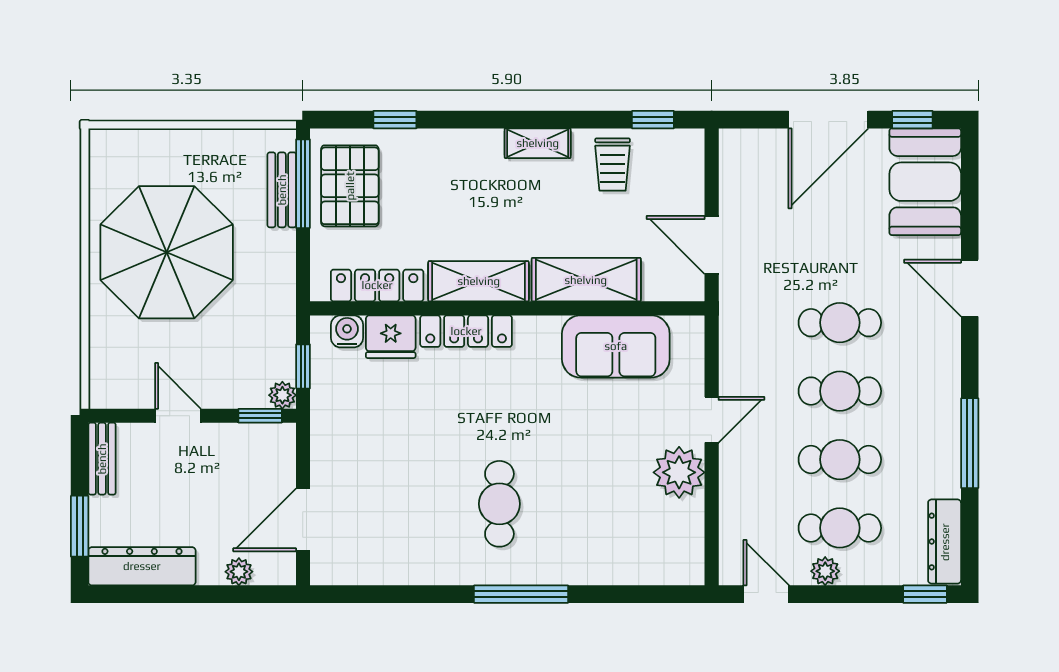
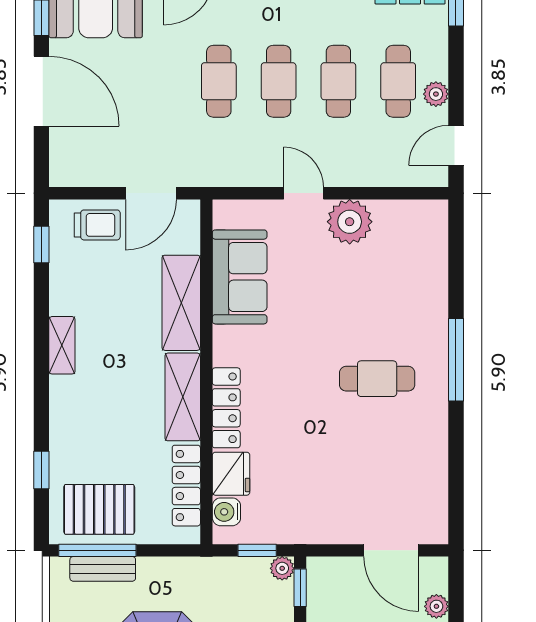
trolley: (613, 164) -> (97, 225), moved

